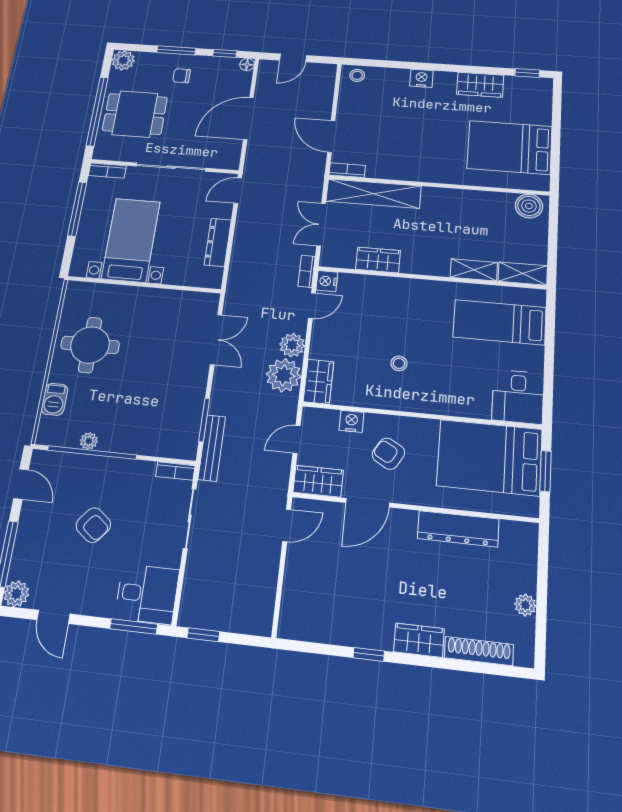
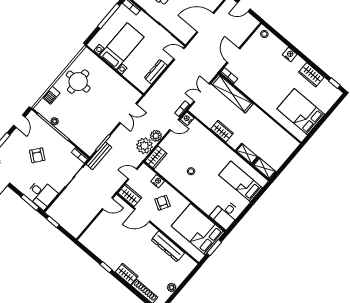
boiler: (529, 206) -> (289, 142), removed
wardrobe: (378, 260) -> (222, 131), moved

